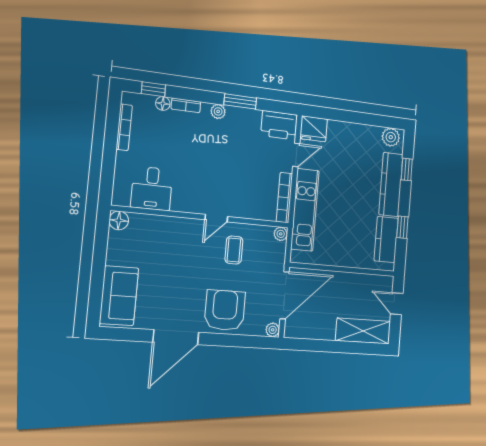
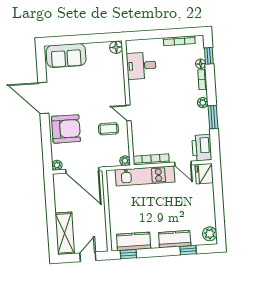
kitchen counter: (391, 185) -> (175, 239), width x0.67
window: (402, 227) -> (128, 254), moved

